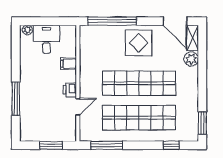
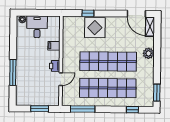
window: (112, 21) -> (88, 13), width x0.32
display table: (139, 43) -> (95, 28), moved
plant: (191, 59) -> (149, 53), moved

